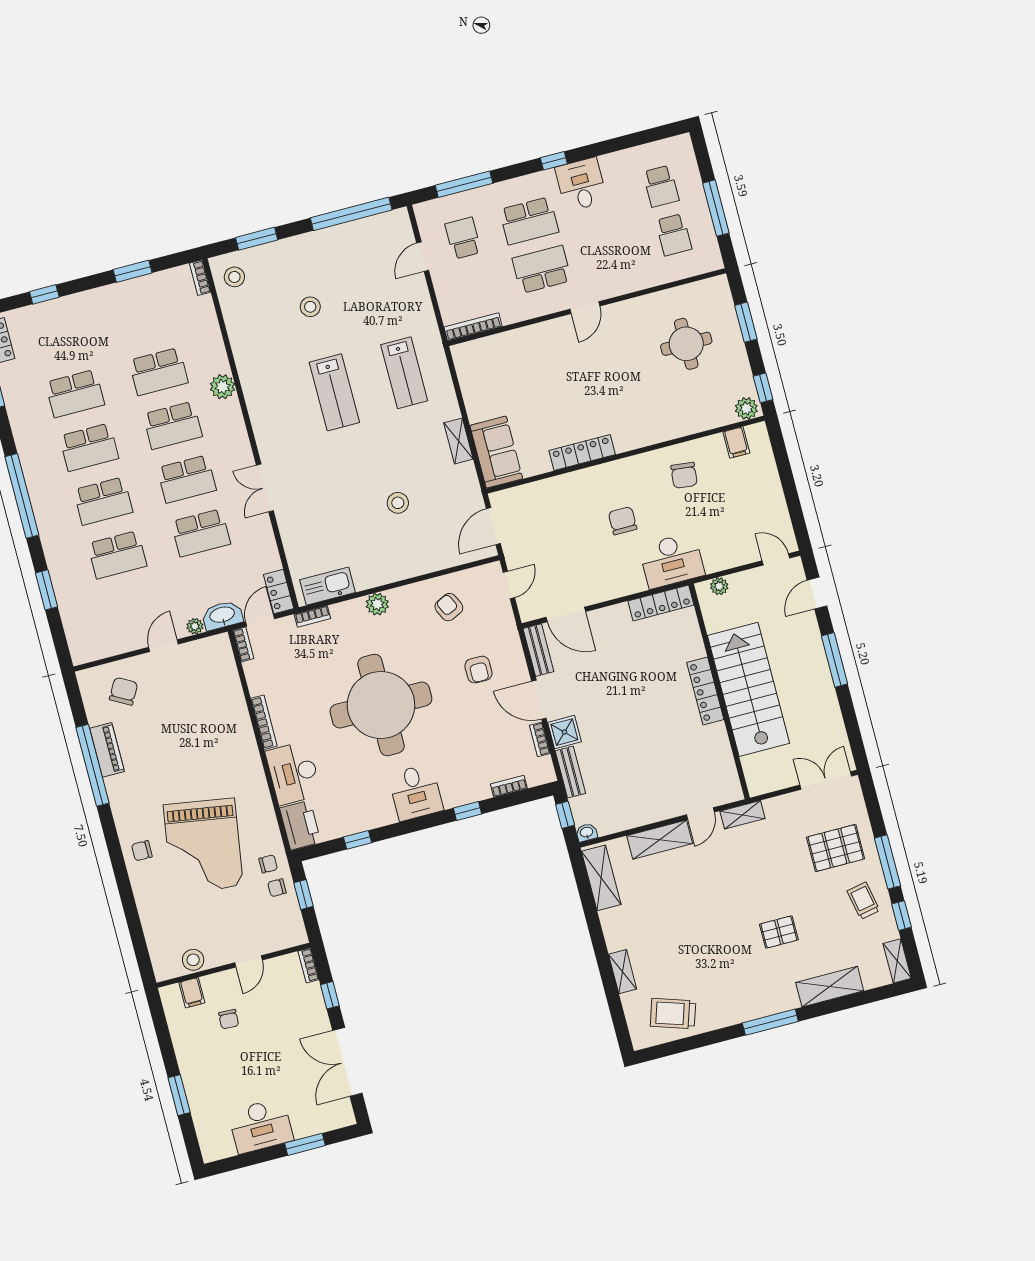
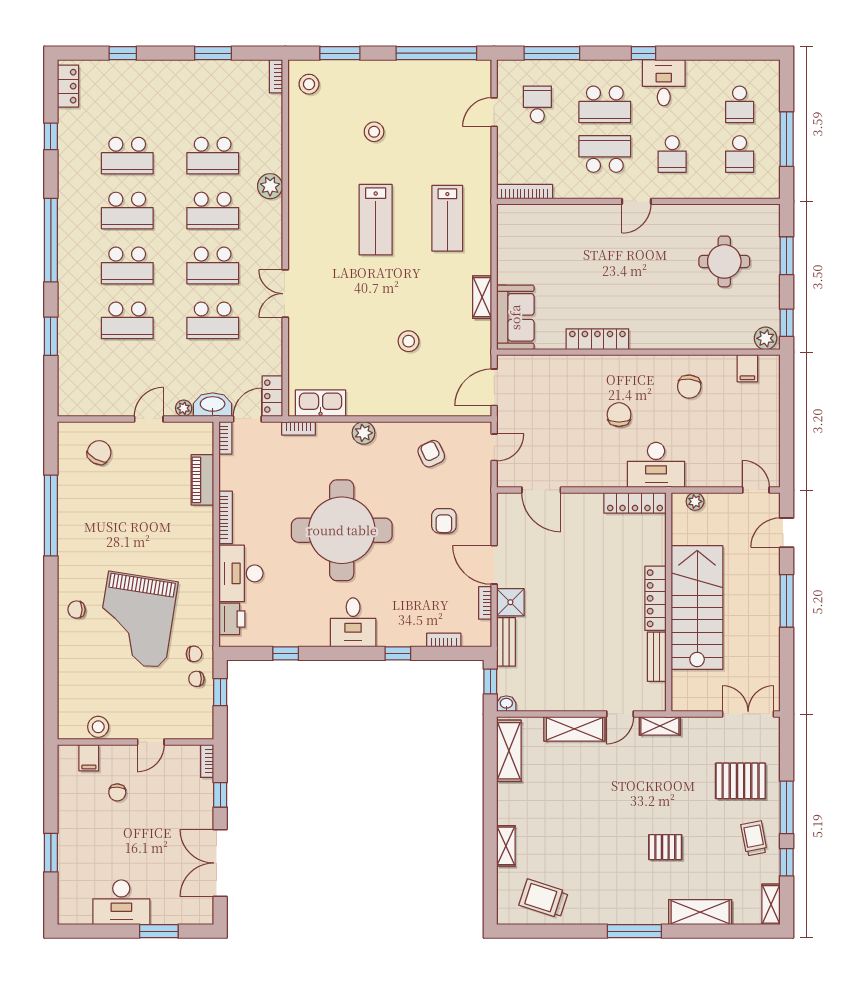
school desk: (608, 252) -> (672, 154), added
bench: (538, 650) -> (657, 657), moved
piano: (107, 750) -> (202, 480), moved, turned 180
printer: (300, 825) -> (232, 619), width x0.73, depth x0.84

